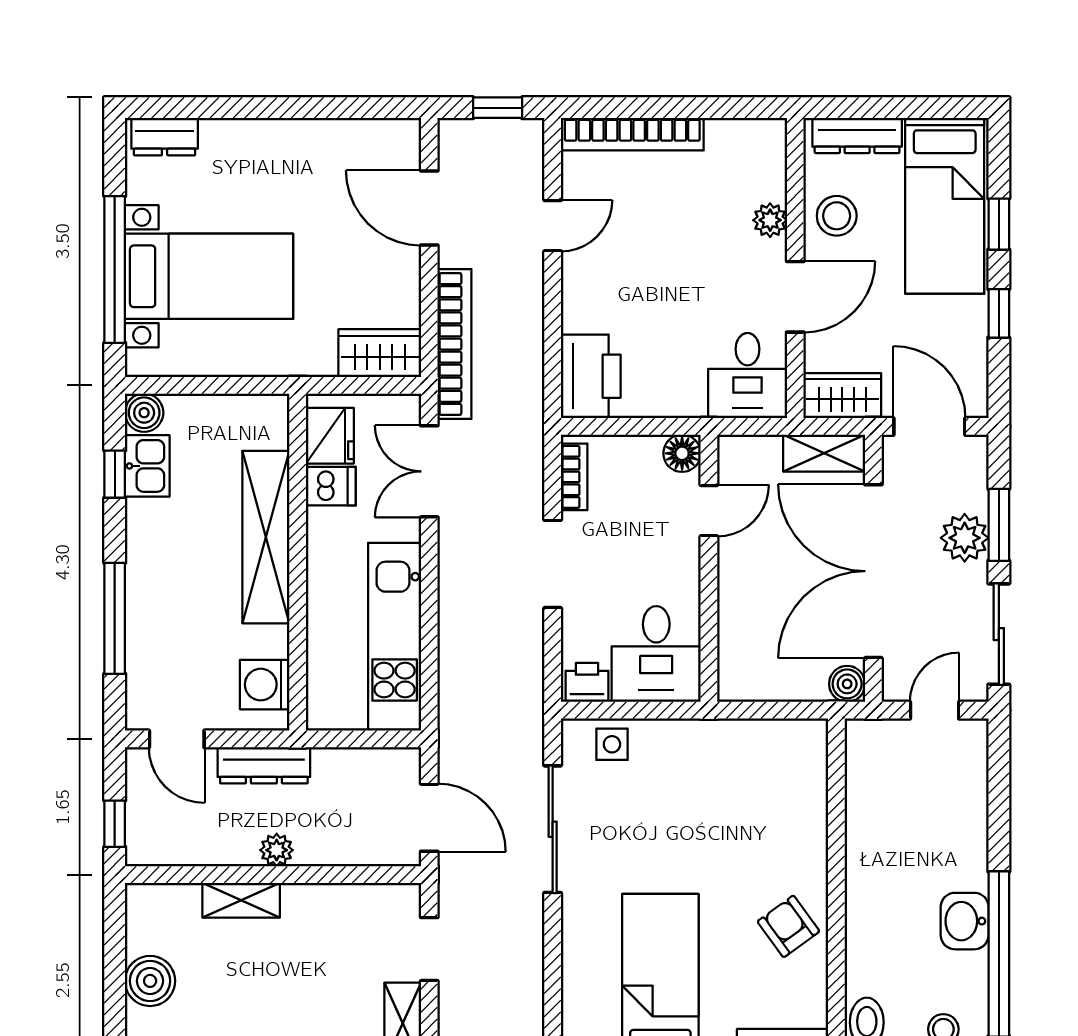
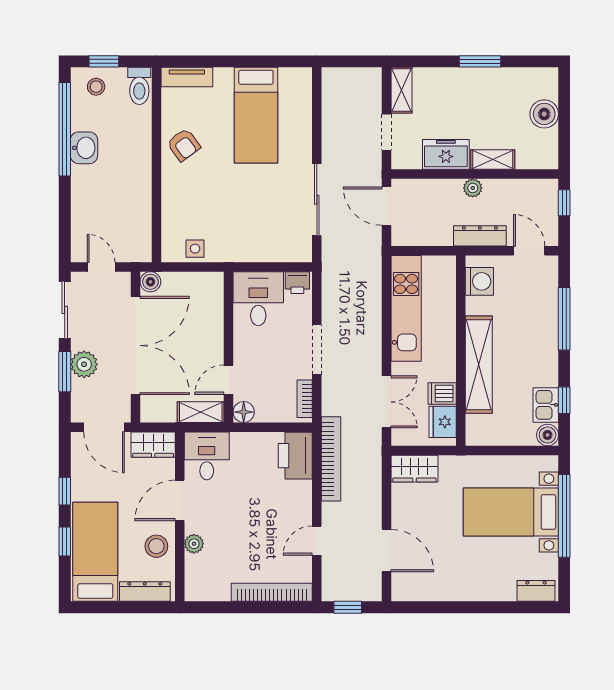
bookcase: (454, 344) -> (331, 459), moved, turned 180
shelving: (824, 453) -> (201, 412), moved
door: (935, 710) -> (101, 267), swing flipped
side table: (612, 744) -> (195, 249), moved
freezer: (324, 910) -> (446, 154), added

